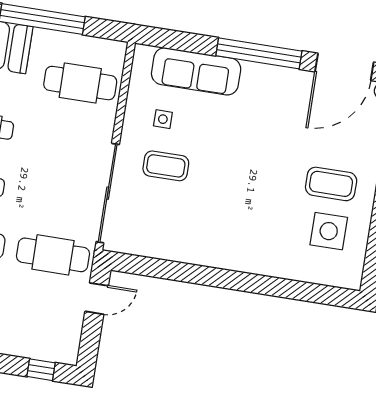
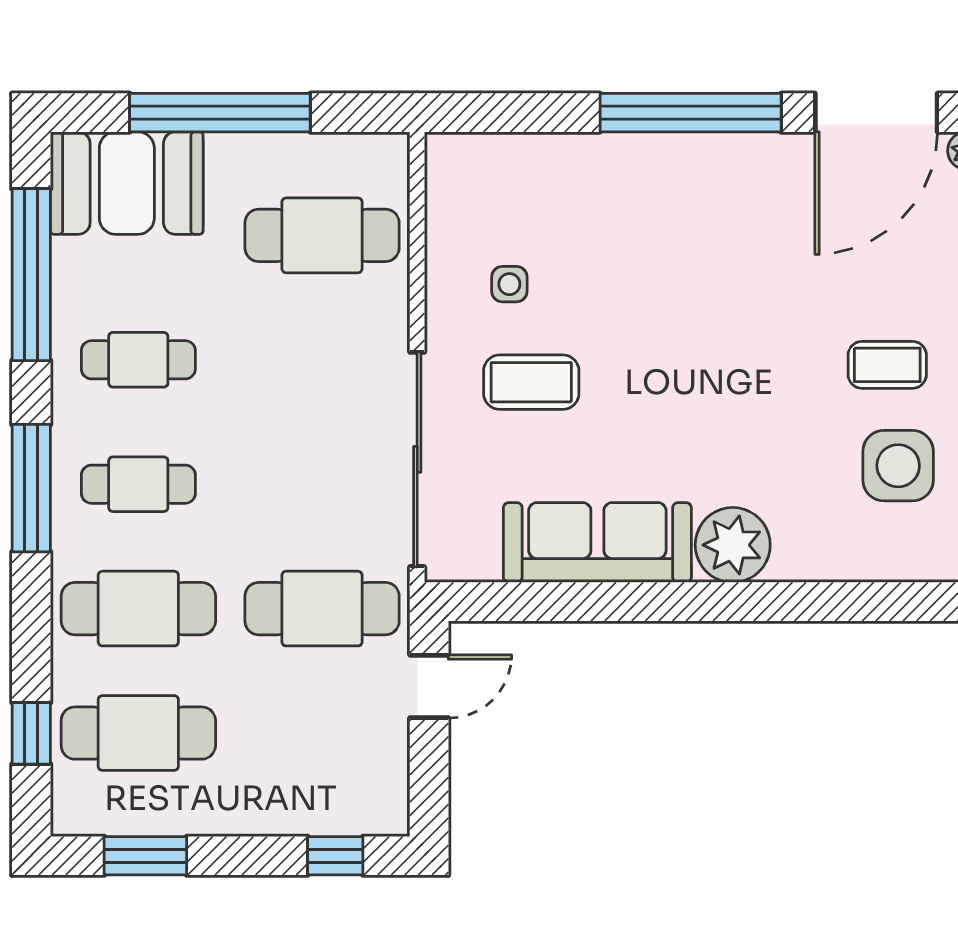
sofa: (196, 71) -> (597, 543), moved, turned 180
coffee table: (331, 184) -> (887, 365), width x0.73, depth x0.77
plant: (247, 256) -> (733, 545), added

